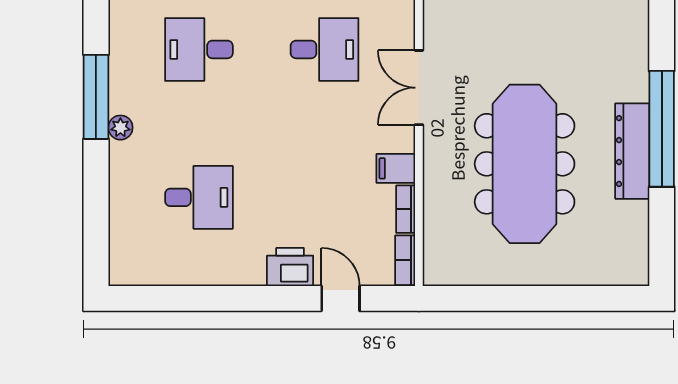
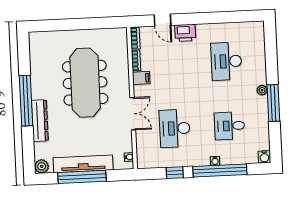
desk: (199, 49) -> (229, 126), turned 180
desk: (325, 49) -> (175, 128), width x1.37
dresser: (632, 151) -> (40, 121), moved
desk: (199, 197) -> (226, 61), width x1.37

